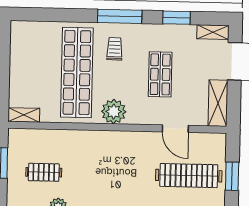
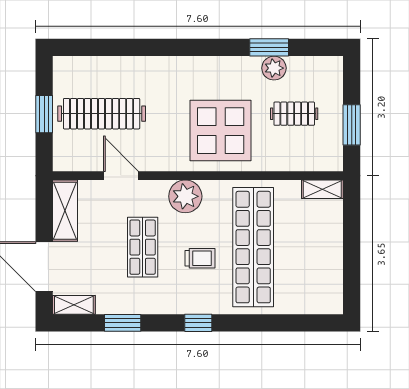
window: (120, 16) -> (198, 323), width x0.46
trolley: (115, 49) -> (200, 258), moved, turned -91
plant: (114, 112) -> (185, 196), moved
display table: (99, 161) -> (221, 131), added

